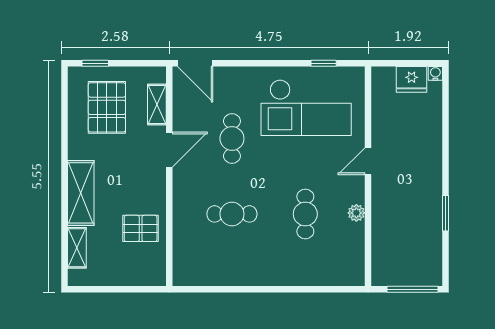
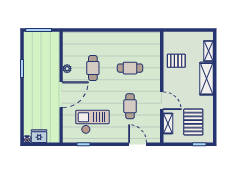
door: (195, 63) -> (138, 144), moved
checkout: (306, 108) -> (92, 122), width x0.73, depth x0.83
door: (169, 150) -> (162, 101), swing flipped
door: (368, 161) -> (61, 95), width x1.87

